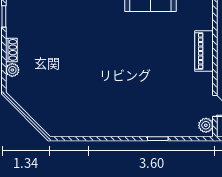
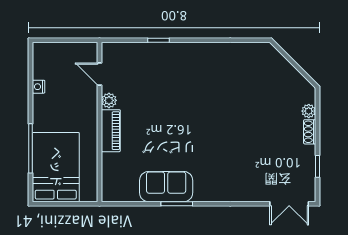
plant: (206, 125) -> (109, 100), moved

